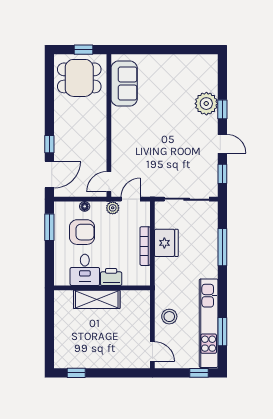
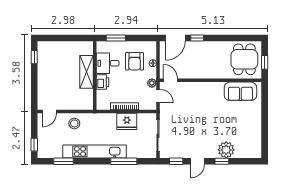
door: (49, 175) -> (175, 38), hinge flipped
window: (49, 227) -> (116, 38), moved
kitchen unit: (209, 323) -> (94, 151), moved

